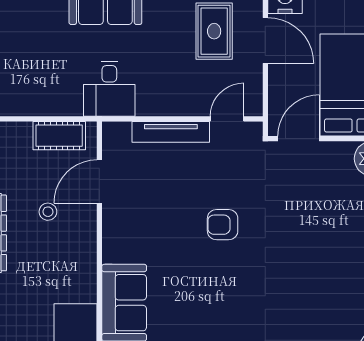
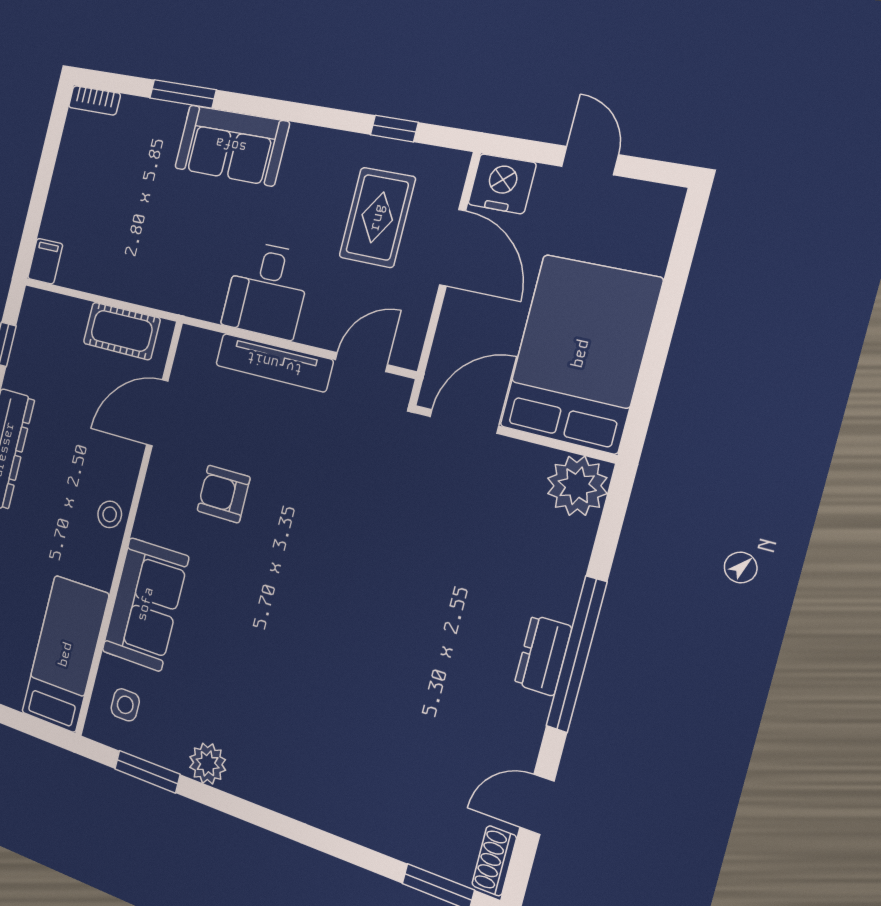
desk: (109, 89) -> (267, 290), moved
stool: (48, 212) -> (110, 514), moved
armchair: (223, 225) -> (224, 494), moved

